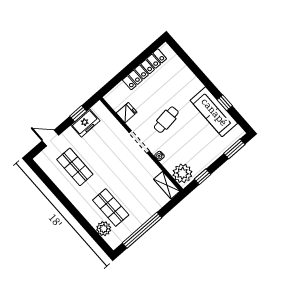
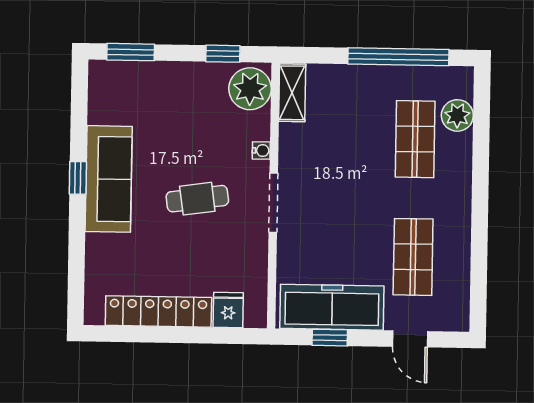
window: (225, 103) -> (78, 178), moved
sofa: (214, 112) -> (109, 179), moved
fridge: (127, 113) -> (228, 310), moved, turned 90
freezer: (85, 123) -> (332, 307), width x1.91, depth x1.26

